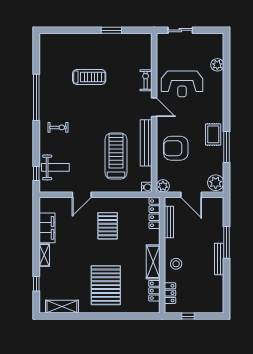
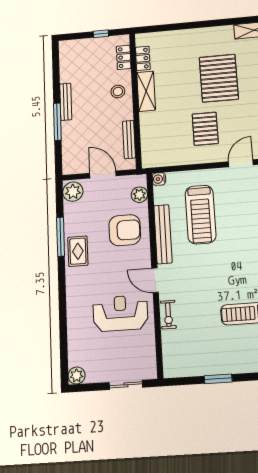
plant: (217, 65) -> (77, 376), moved
plant: (163, 186) -> (139, 195), moved
locker: (155, 213) -> (147, 149), removed
pallet: (106, 285) -> (219, 78), moved

